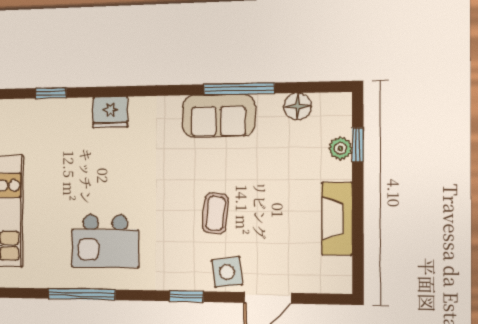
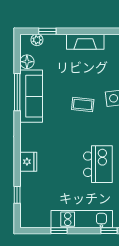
sofa: (218, 116) -> (31, 96), width x1.36
plant: (340, 148) -> (37, 40), moved

